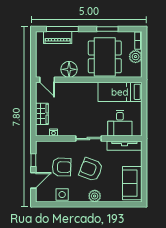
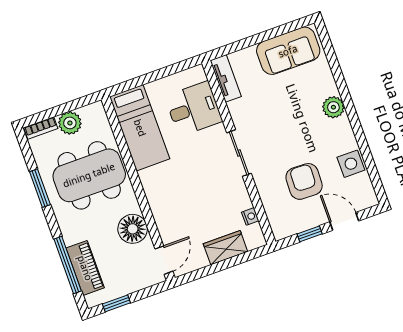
window: (33, 47) -> (116, 303), added
tv unit: (124, 146) -> (226, 78), width x0.71
armchair: (91, 169) -> (290, 130), removed

